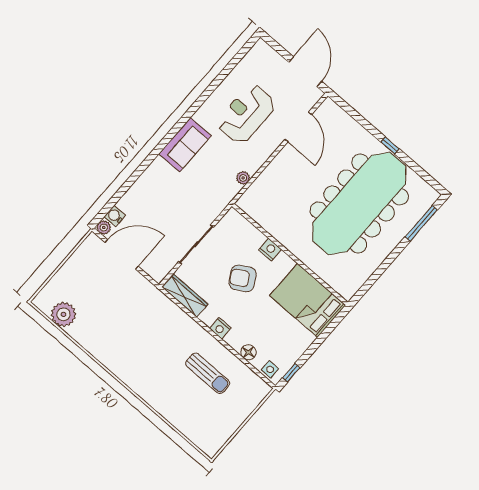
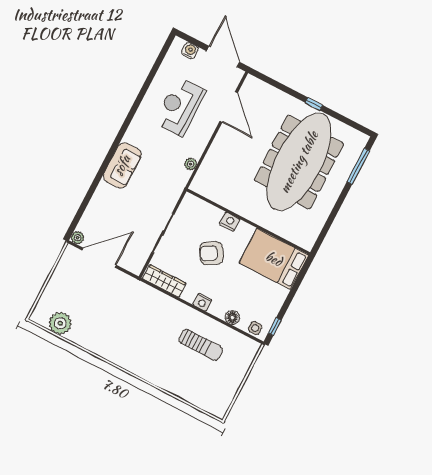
sofa: (185, 145) -> (122, 165), moved
water cooler: (115, 216) -> (190, 51), moved, turned 90

